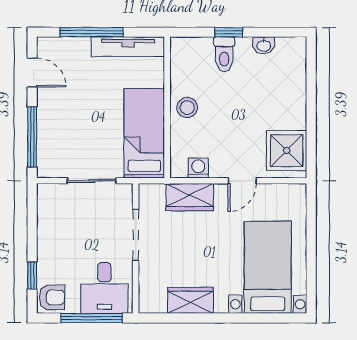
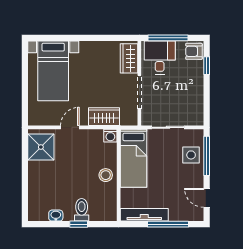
side table: (56, 138) -> (191, 155), added
washing machine: (198, 168) -> (110, 136), moved
wardrobe: (190, 300) -> (129, 58), moved, turned 90

